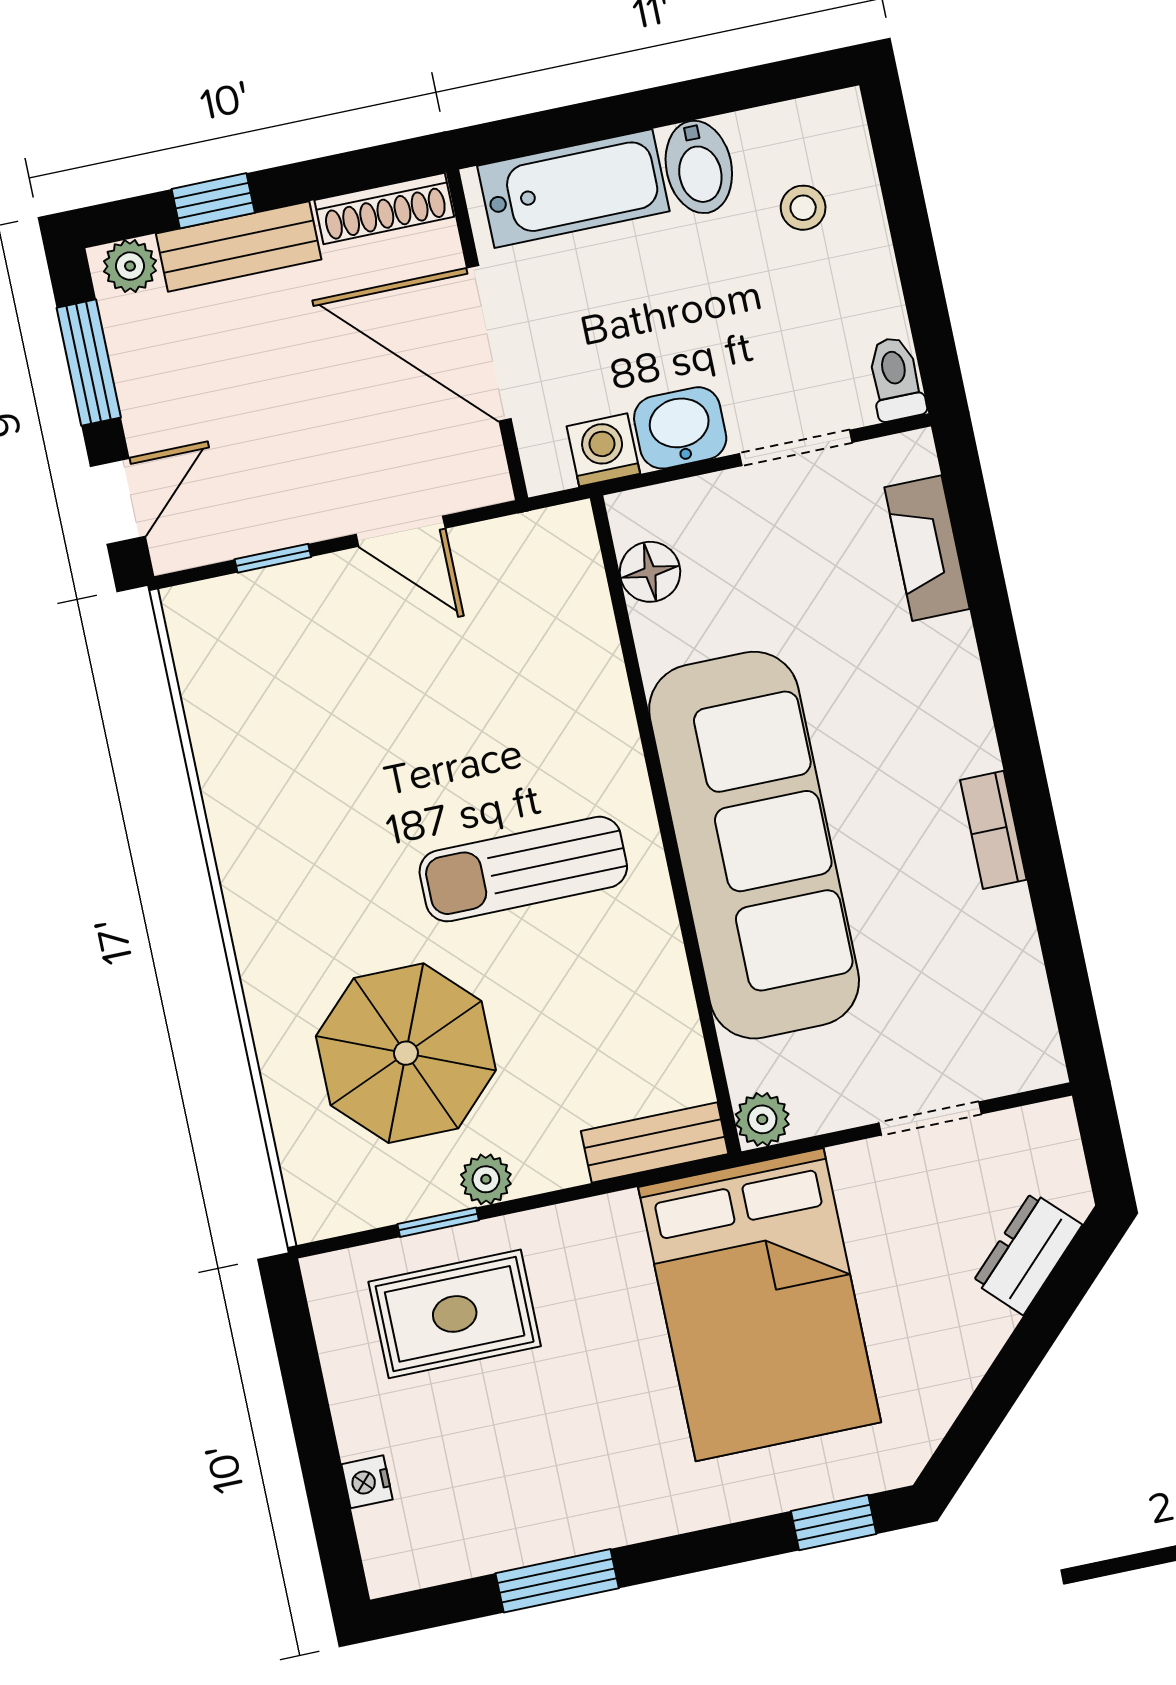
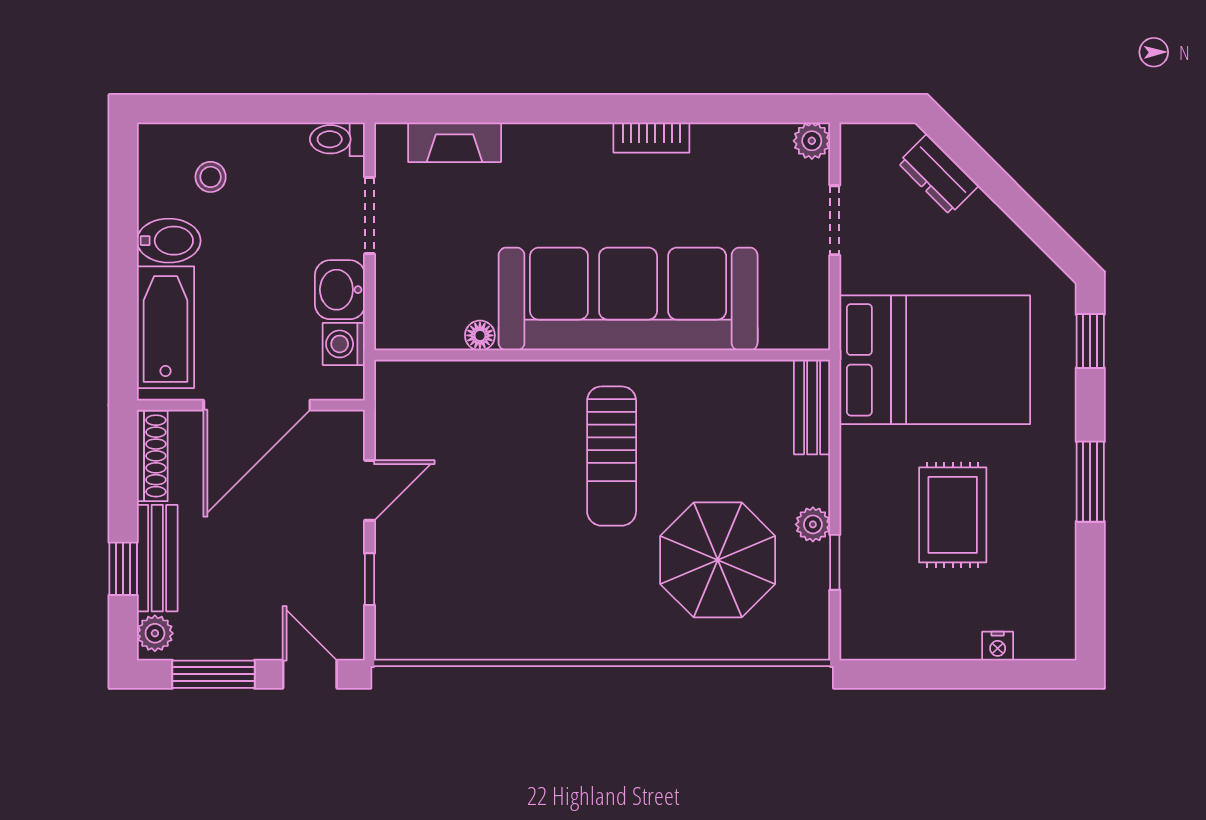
floor lamp: (650, 572) -> (480, 335), moved, width x0.73, depth x0.73
plant: (762, 1119) -> (812, 141), moved
rug: (455, 1314) -> (953, 515), moved
window: (557, 1581) -> (1090, 482), moved

